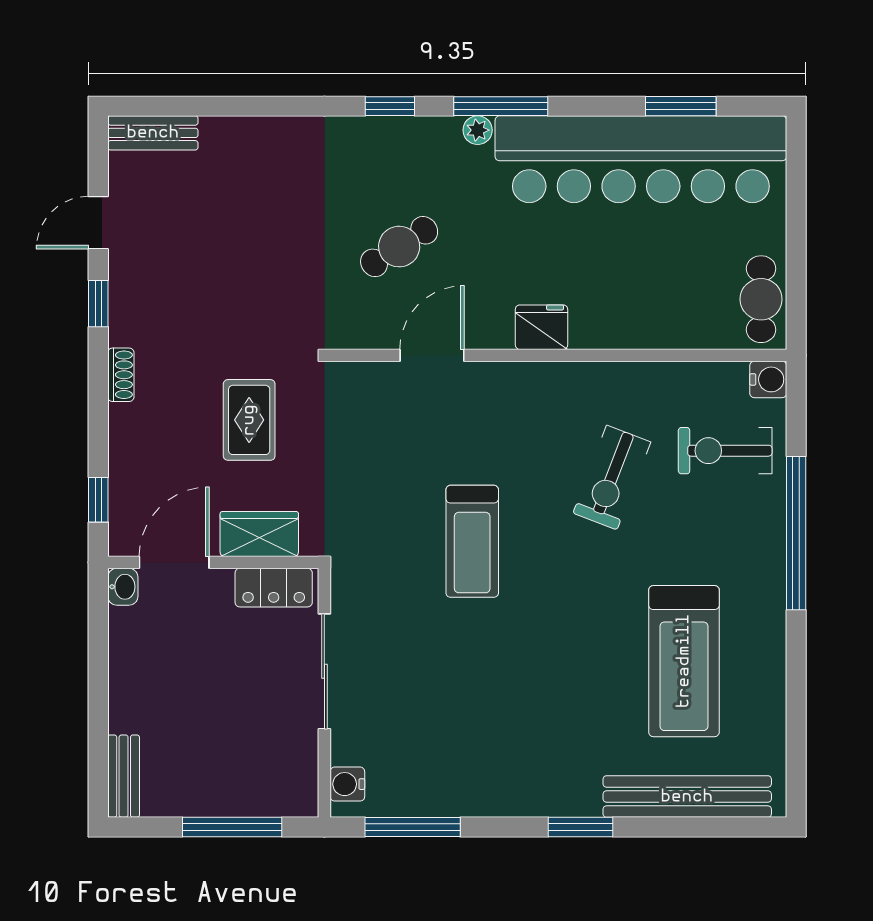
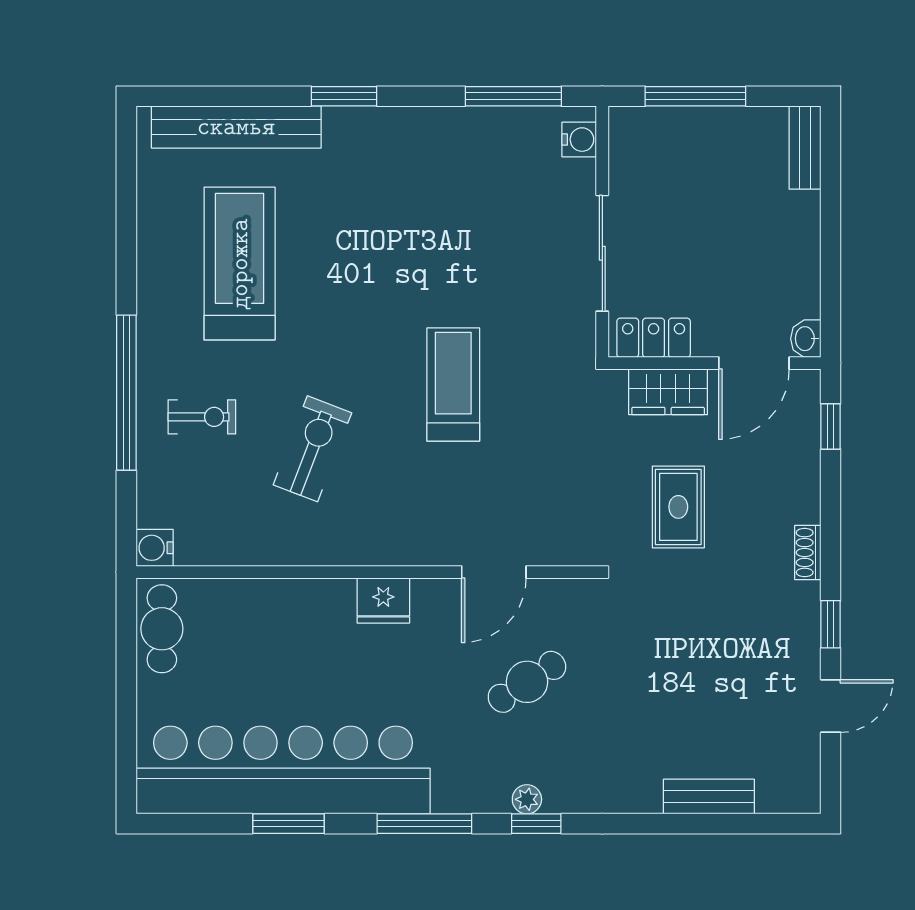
window: (681, 106) -> (289, 824), moved
plant: (478, 130) -> (527, 799), moved
bench: (153, 133) -> (709, 797), moved
exercise bike: (725, 451) -> (202, 417), moved, width x0.73, depth x0.72

